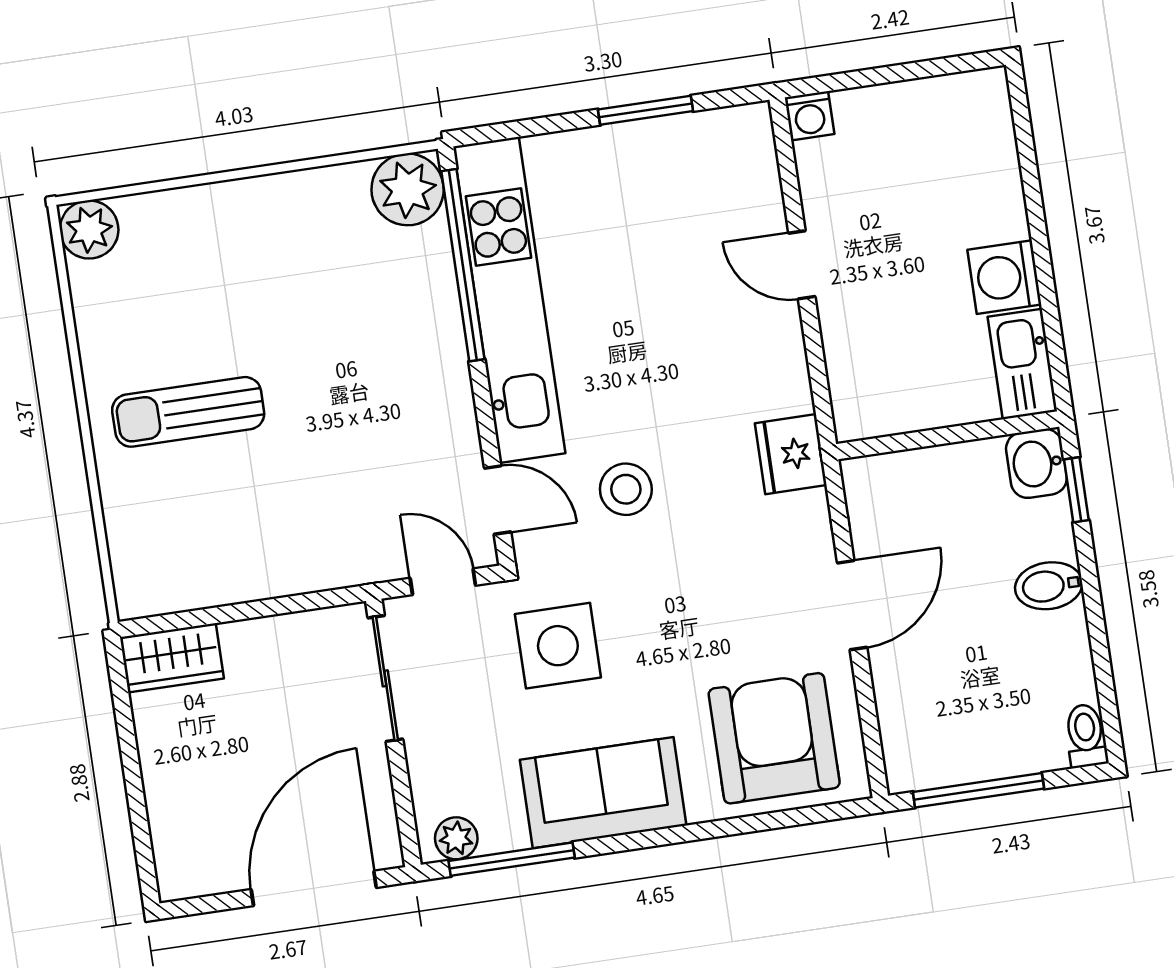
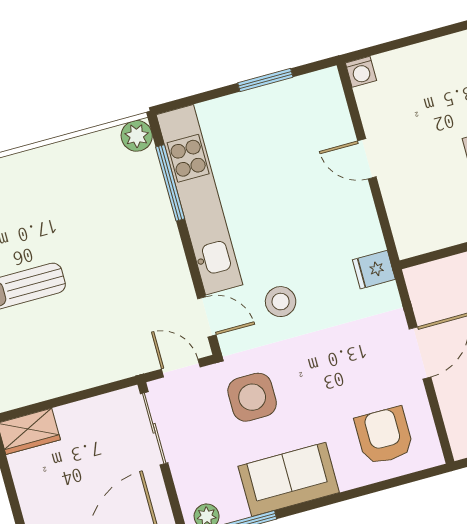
plant: (408, 189) -> (137, 136), width x0.73, depth x0.73
window: (463, 265) -> (170, 183), width x0.68
fridge: (791, 454) -> (374, 270), width x0.72
armchair: (774, 738) -> (384, 436), width x0.73, depth x0.73

